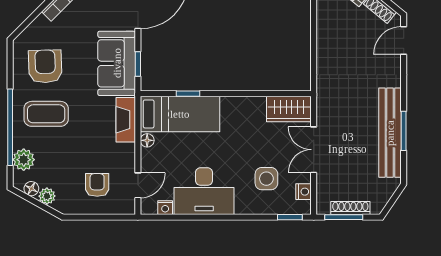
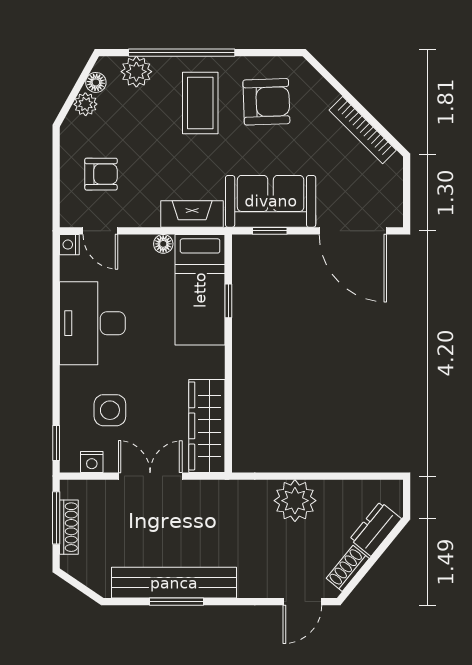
door: (404, 41) -> (302, 602), swing flipped
plant: (331, 46) -> (295, 501), added
wardrobe: (289, 109) -> (207, 426), width x1.50
nightstand: (165, 208) -> (69, 245), moved

